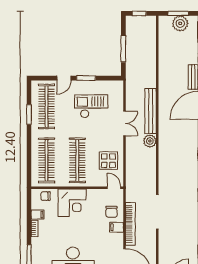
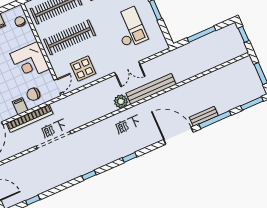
plant: (180, 23) -> (252, 80), removed
corner desk: (72, 203) -> (30, 61), moved

